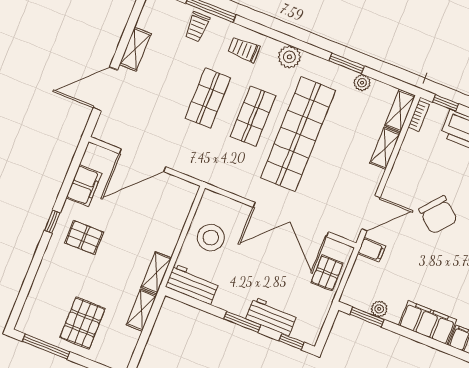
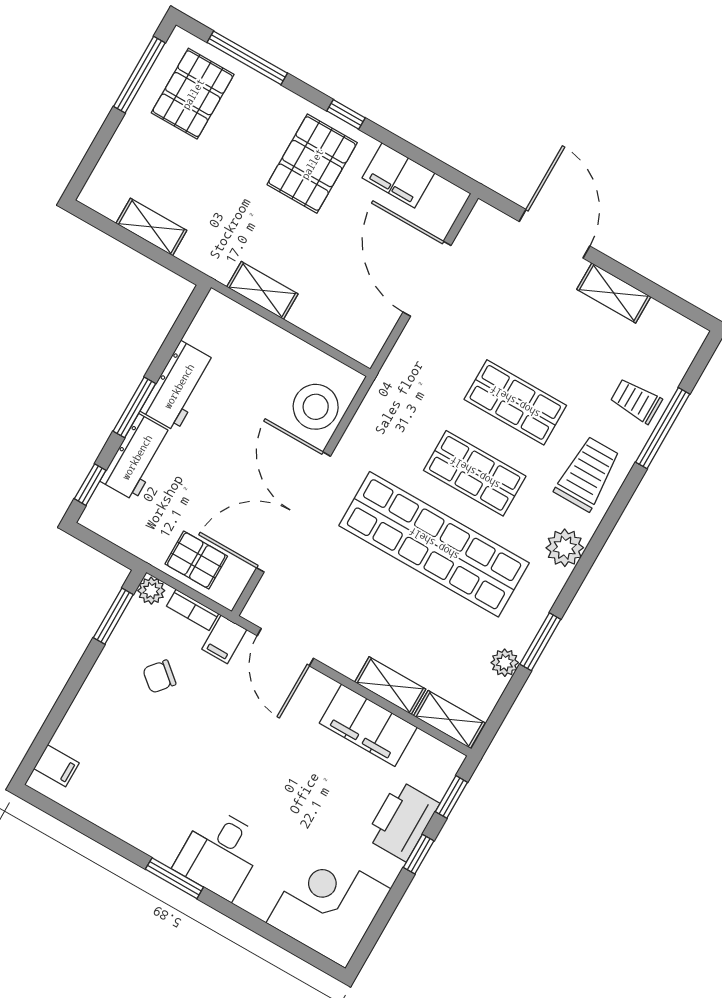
trolley: (244, 50) -> (587, 474), width x1.36, depth x1.39
bookcase: (419, 116) -> (193, 610), moved
chair: (438, 215) -> (159, 677), moved, width x0.54, depth x0.54
pallet: (84, 237) -> (312, 164), width x1.50, depth x1.42
stool: (211, 238) -> (316, 407), moved
shelving: (156, 273) -> (262, 290), moved
window: (27, 284) -> (247, 58), added
workbench: (192, 284) -> (179, 386), moved
plant: (379, 309) -> (151, 591), moved
shelving: (141, 310) -> (151, 227), moved
pallet: (82, 323) -> (193, 94), moved, turned 90
filing cabinet: (428, 323) -> (368, 725), moved, turned 90

